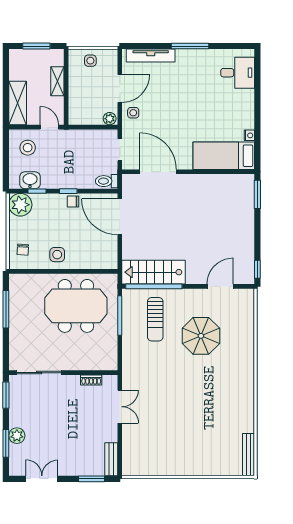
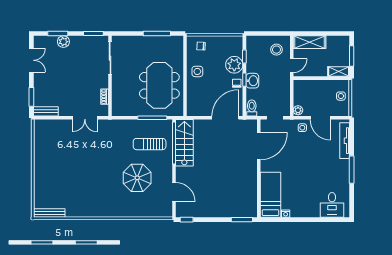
shelving: (57, 81) -> (339, 72), moved
washbasin: (30, 180) -> (252, 81), moved
plant: (20, 205) -> (234, 65), moved

